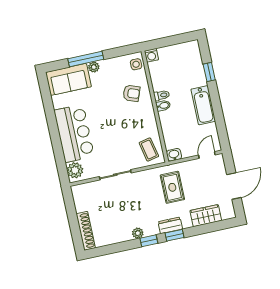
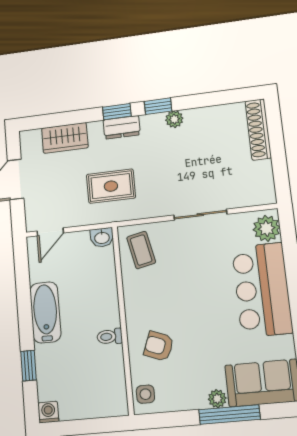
washing machine: (151, 55) -> (48, 412), moved
bidet: (163, 106) -> (109, 319), removed
rug: (172, 187) -> (111, 186), turned 90

